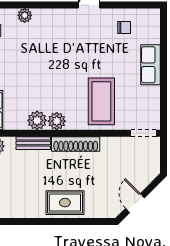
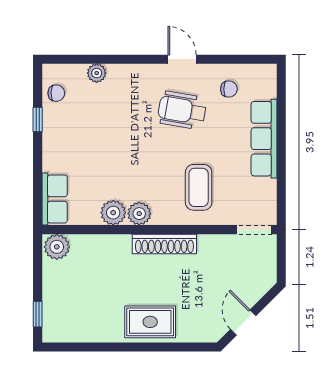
wheelchair: (89, 43) -> (182, 110), added
row of seats: (151, 65) -> (264, 139), width x1.48
coffee table: (101, 101) -> (199, 187), width x0.73, depth x0.76
bench: (33, 143) -> (108, 243), removed

